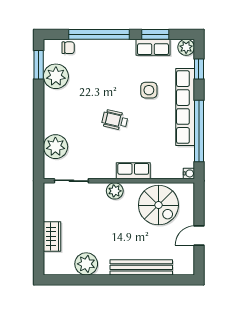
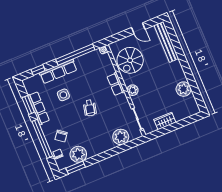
row of seats: (153, 47) -> (38, 108), width x1.48
plant: (186, 47) -> (28, 83), removed
chair: (92, 63) -> (61, 136), added
row of seats: (185, 107) -> (58, 71), width x0.73
spiral stairs: (158, 205) -> (130, 60), turned 180
wardrobe: (52, 236) -> (165, 121), moved
bench: (141, 267) -> (166, 42), moved

